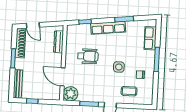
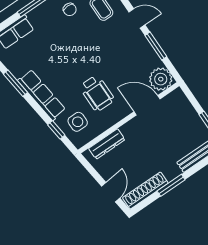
wheelchair: (88, 56) -> (97, 93), turned 180
side table: (119, 67) -> (78, 122), moved
door: (63, 77) -> (147, 105), swing flipped

